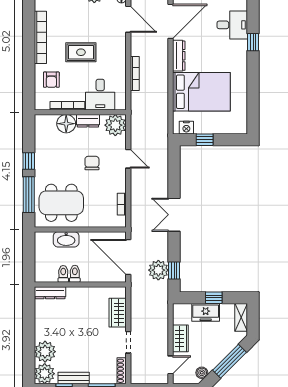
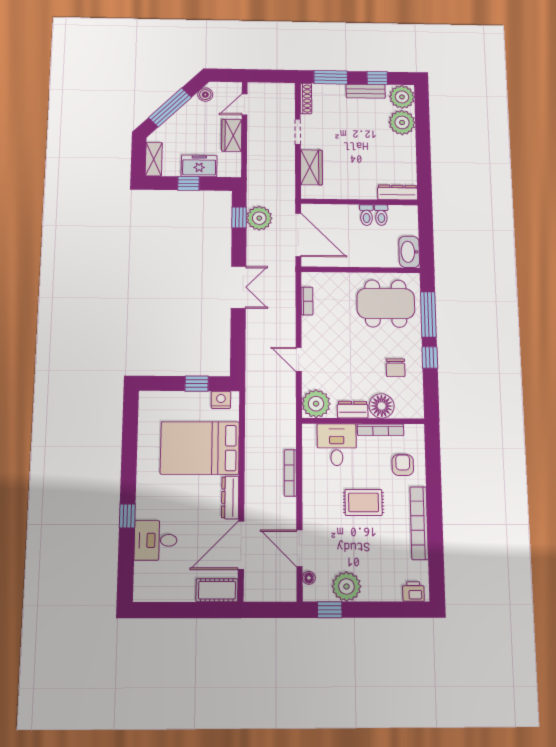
chair: (92, 163) -> (396, 368), moved
washbasin: (66, 239) -> (409, 252), moved, turned -90

